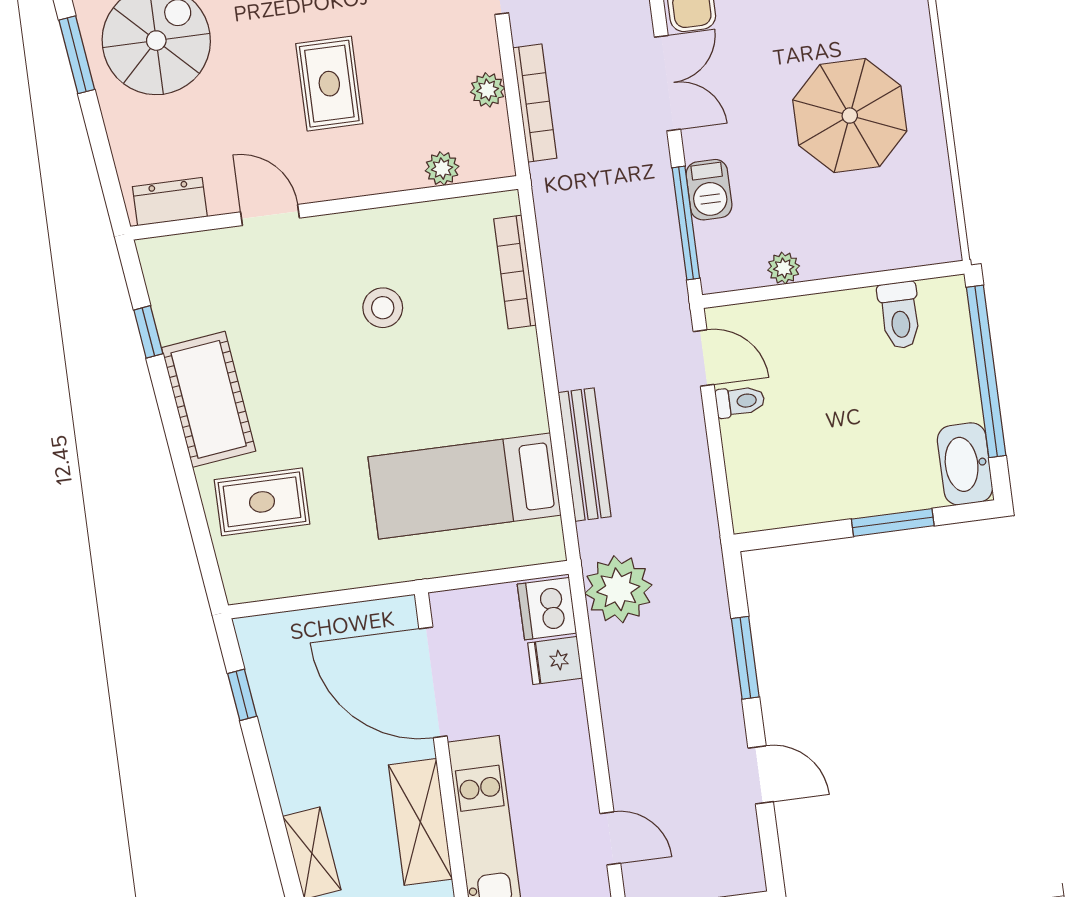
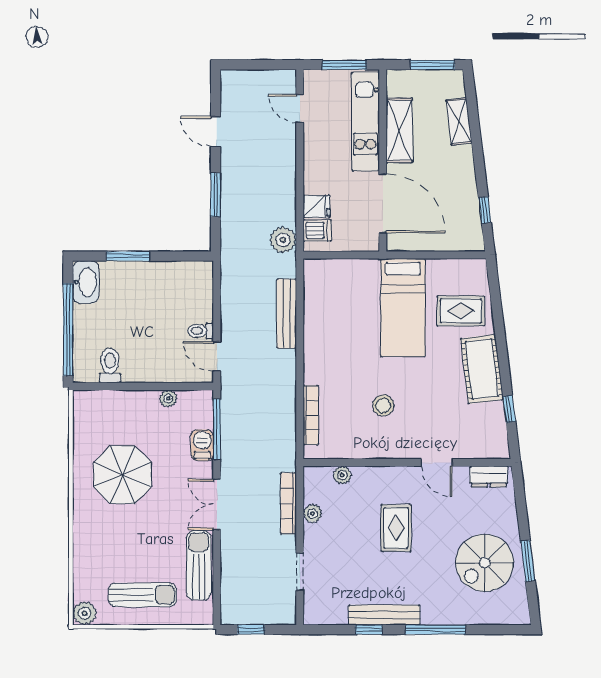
bed: (465, 486) -> (403, 308), moved, turned 90
plant: (618, 589) -> (283, 240), width x0.73, depth x0.73
dishwasher: (547, 609) -> (317, 230), width x0.73

